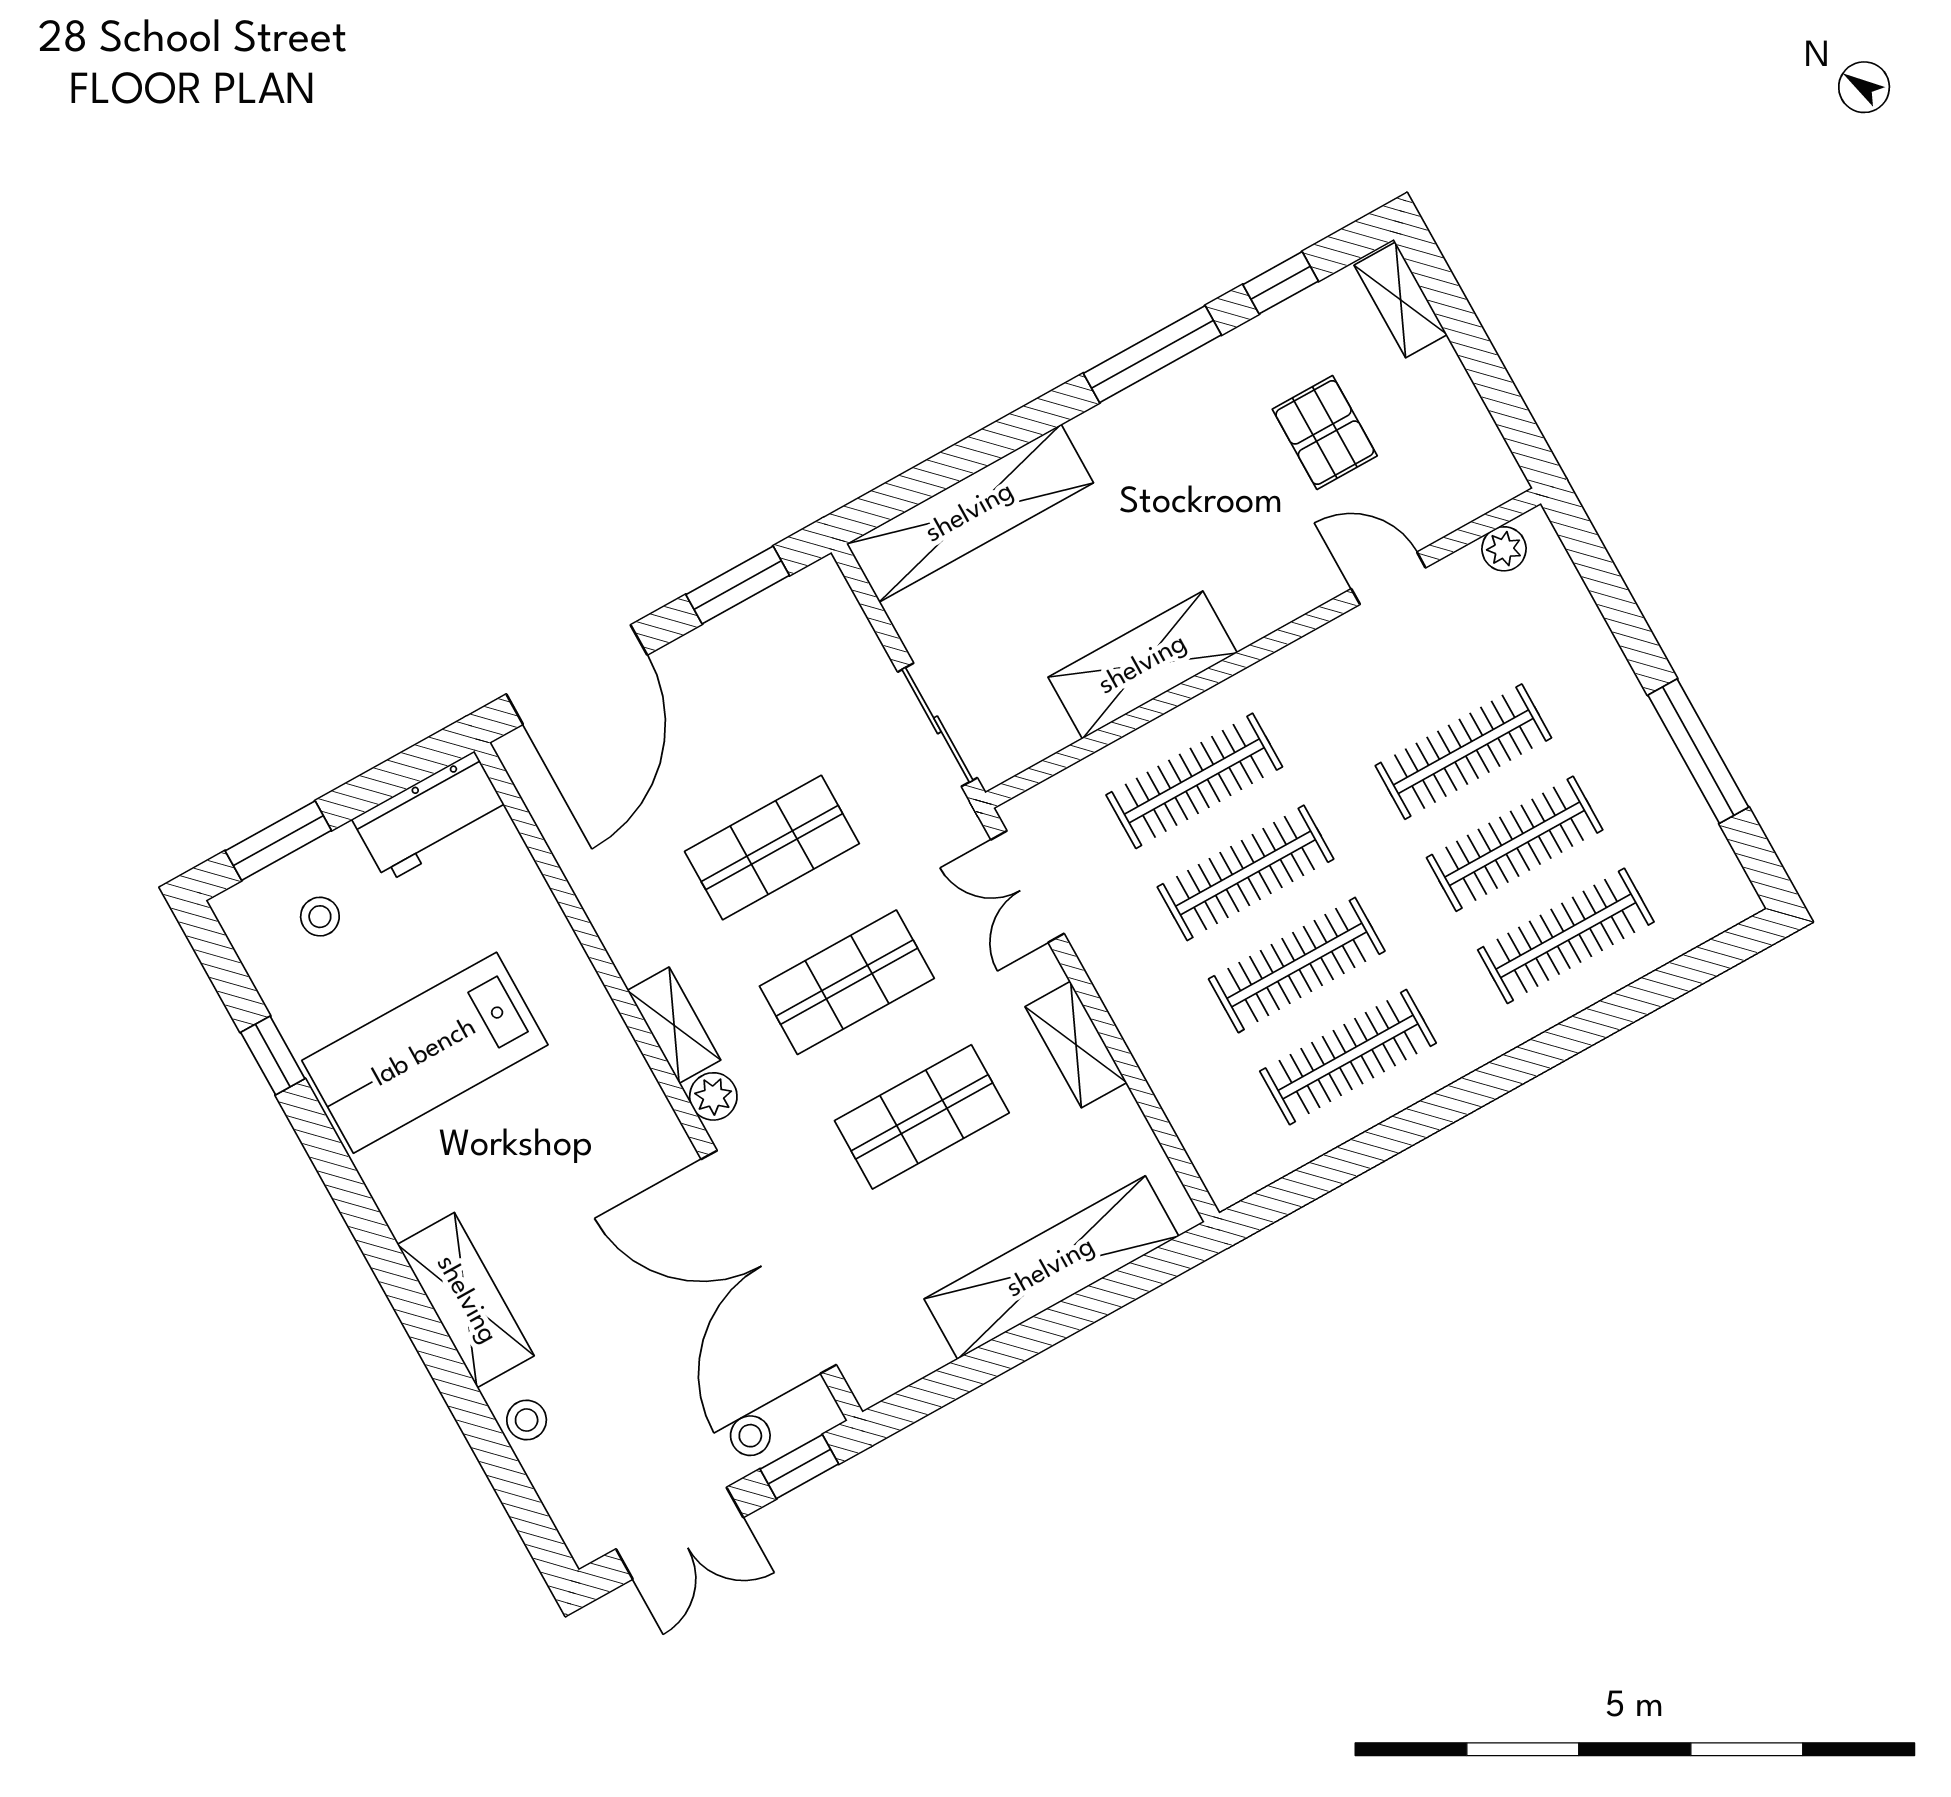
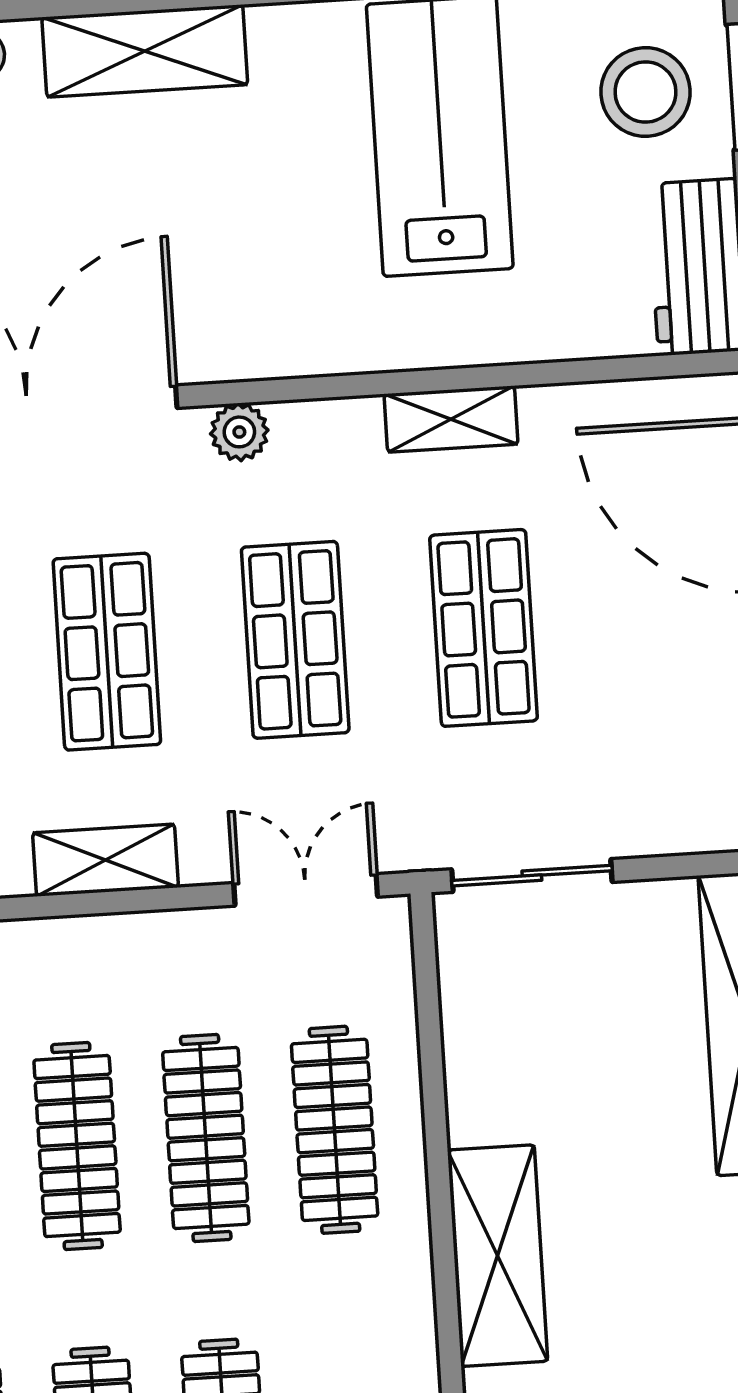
shelving: (1143, 665) -> (498, 1256), moved
stool: (320, 917) -> (645, 92), width x1.89, depth x1.89
shelving: (674, 1025) -> (451, 419), moved

